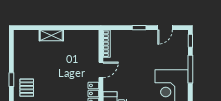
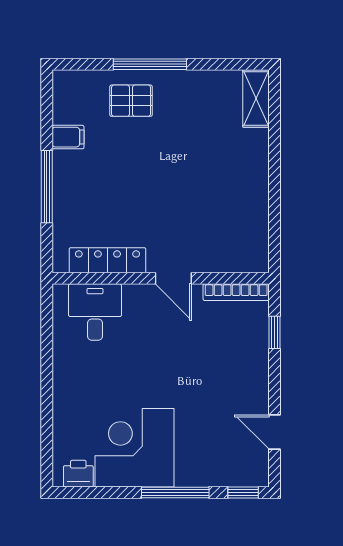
window: (139, 28) -> (274, 332), moved
shelving: (51, 35) -> (256, 99), moved
window: (11, 80) -> (150, 64), width x2.17

